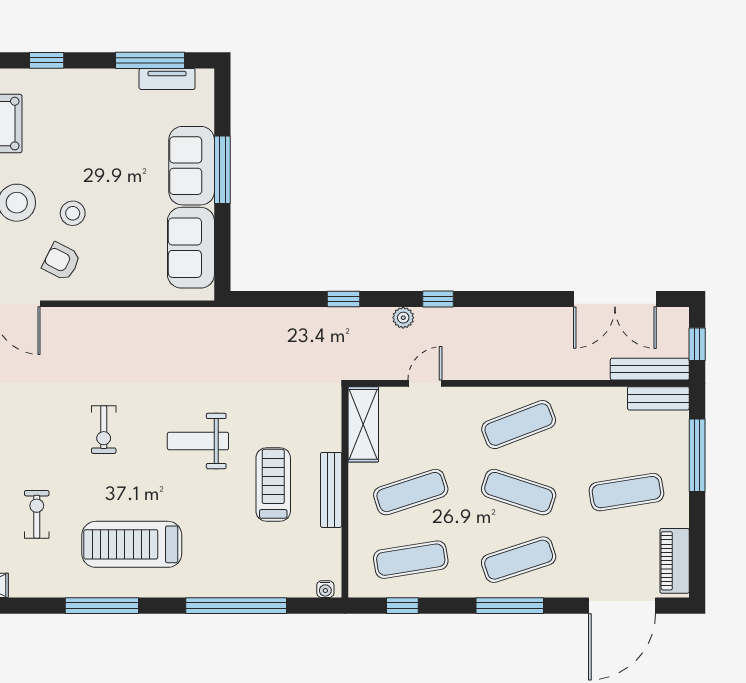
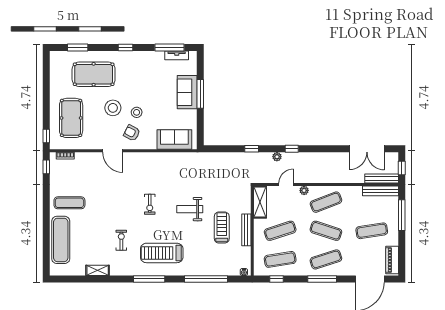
sofa: (191, 248) -> (174, 140), moved, turned 90
plant: (467, 397) -> (304, 190), added
bench: (658, 398) -> (381, 191), width x1.36

